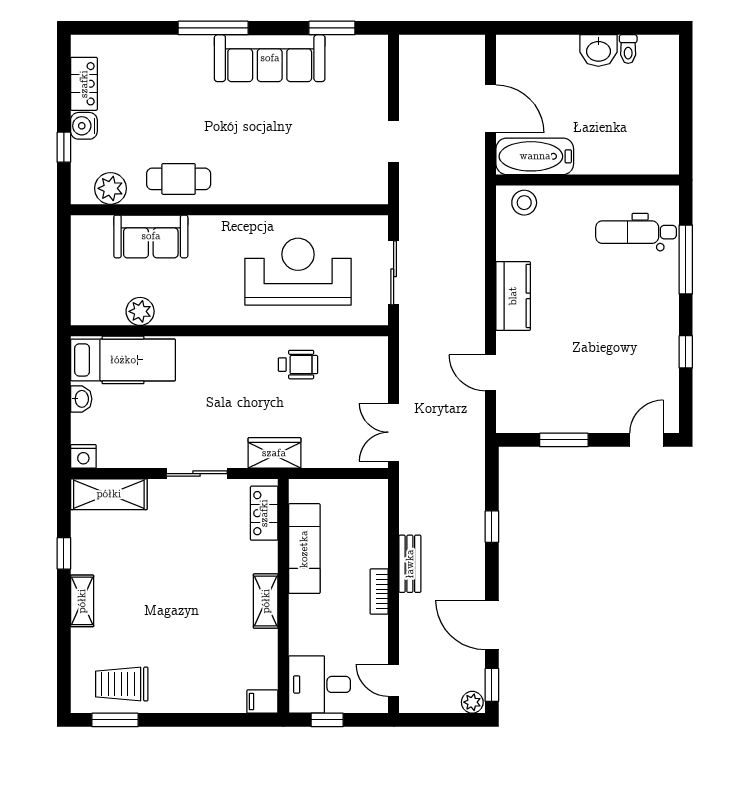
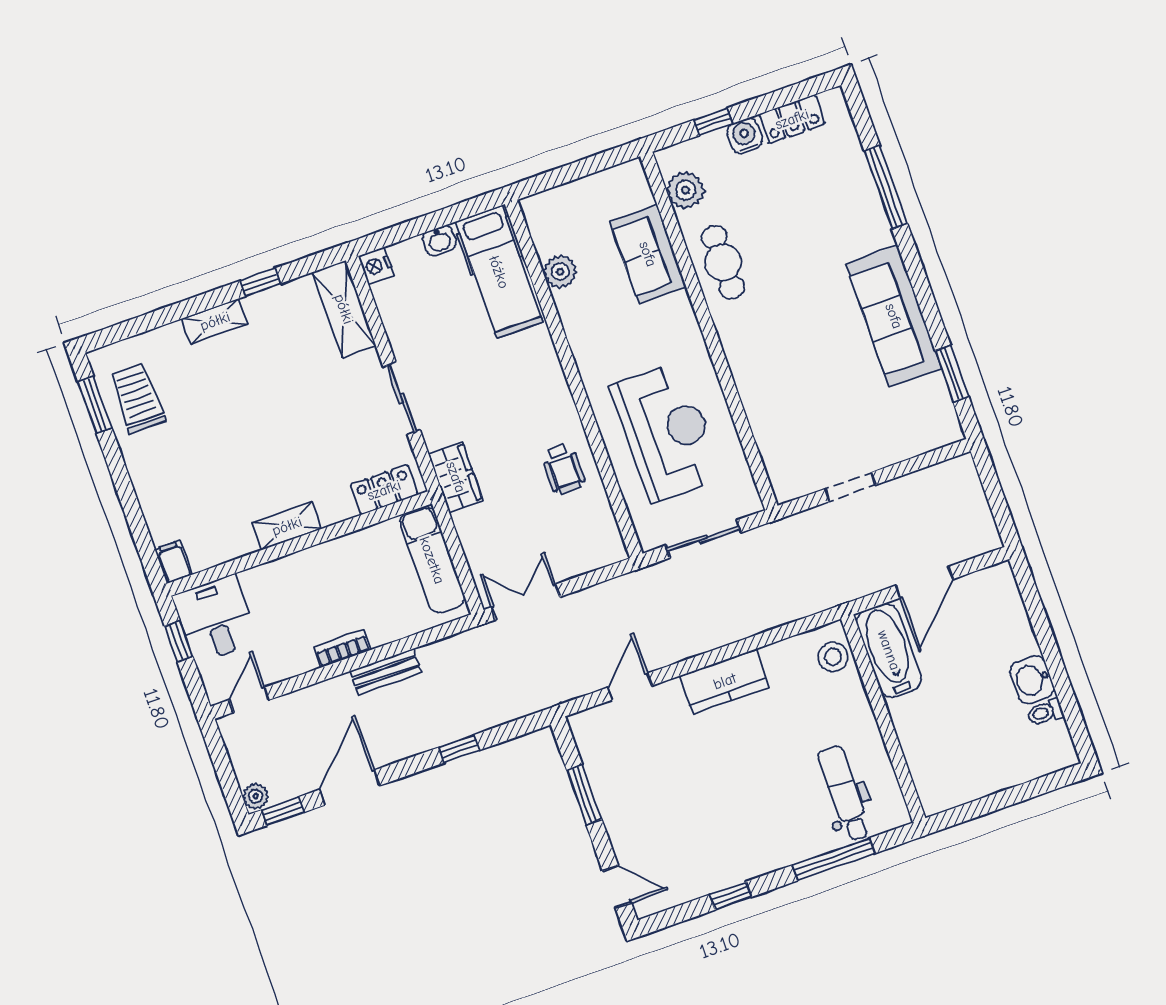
window: (213, 28) -> (886, 187), moved
exam couch: (304, 549) -> (432, 560), moved, turned 90

